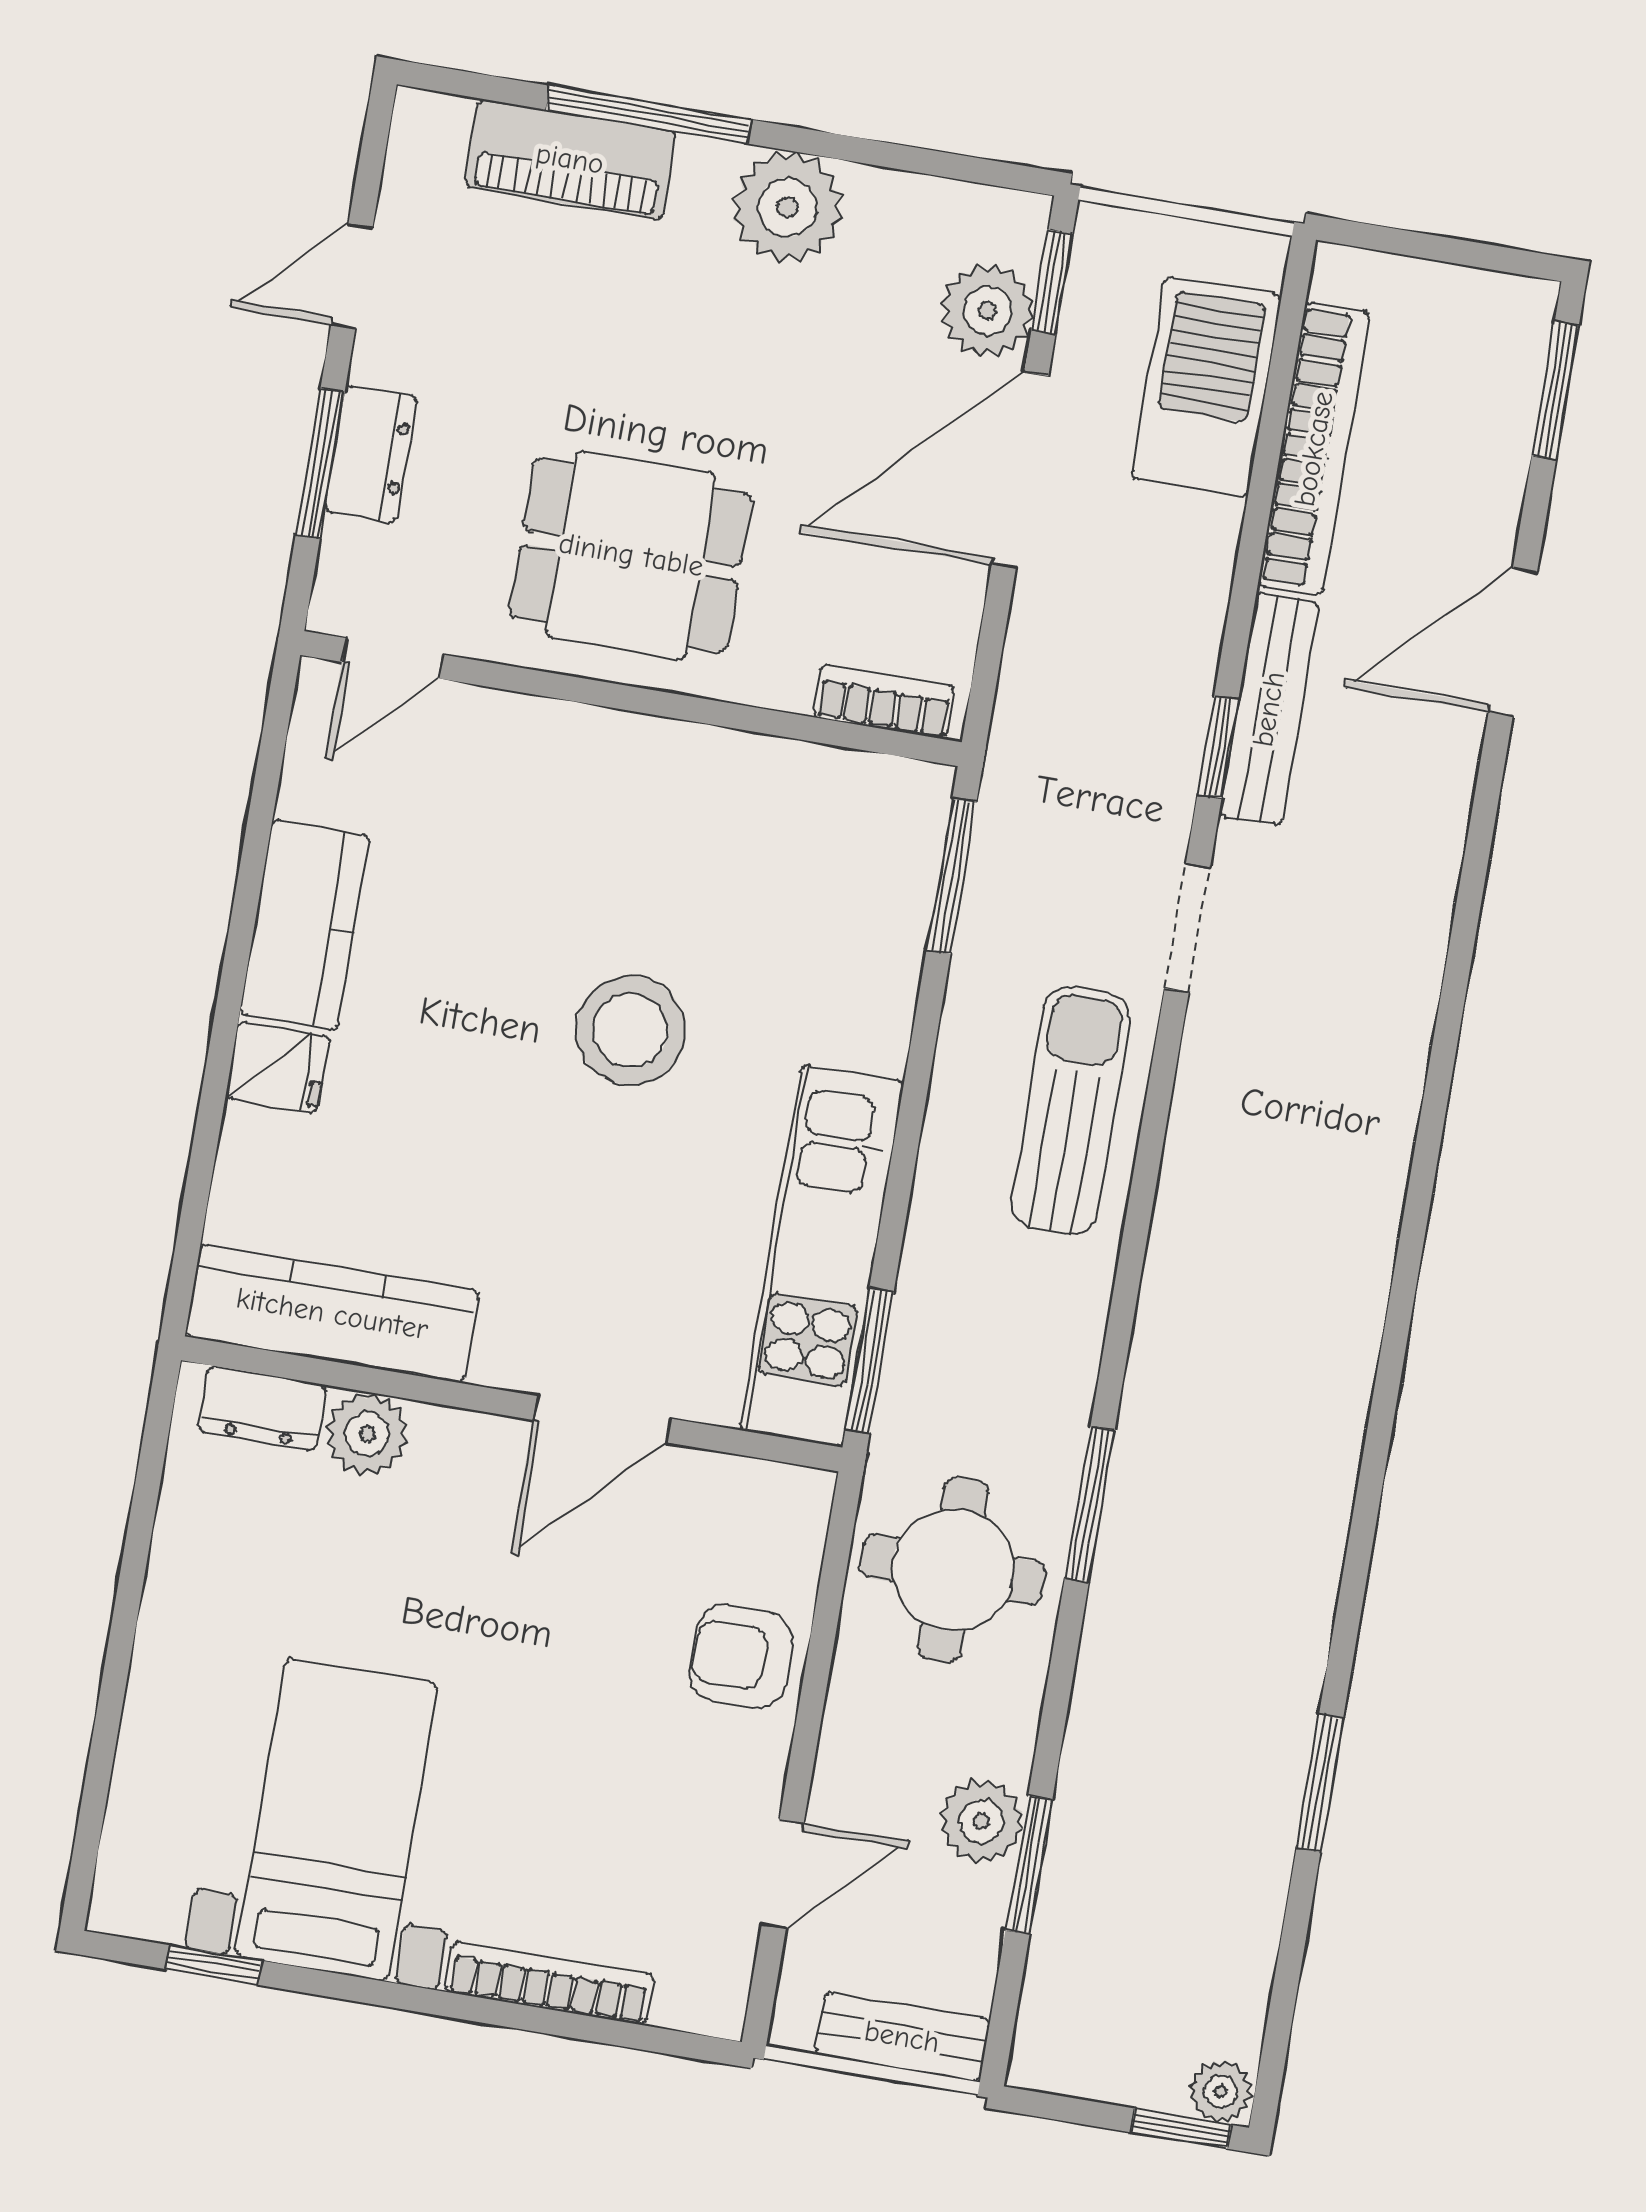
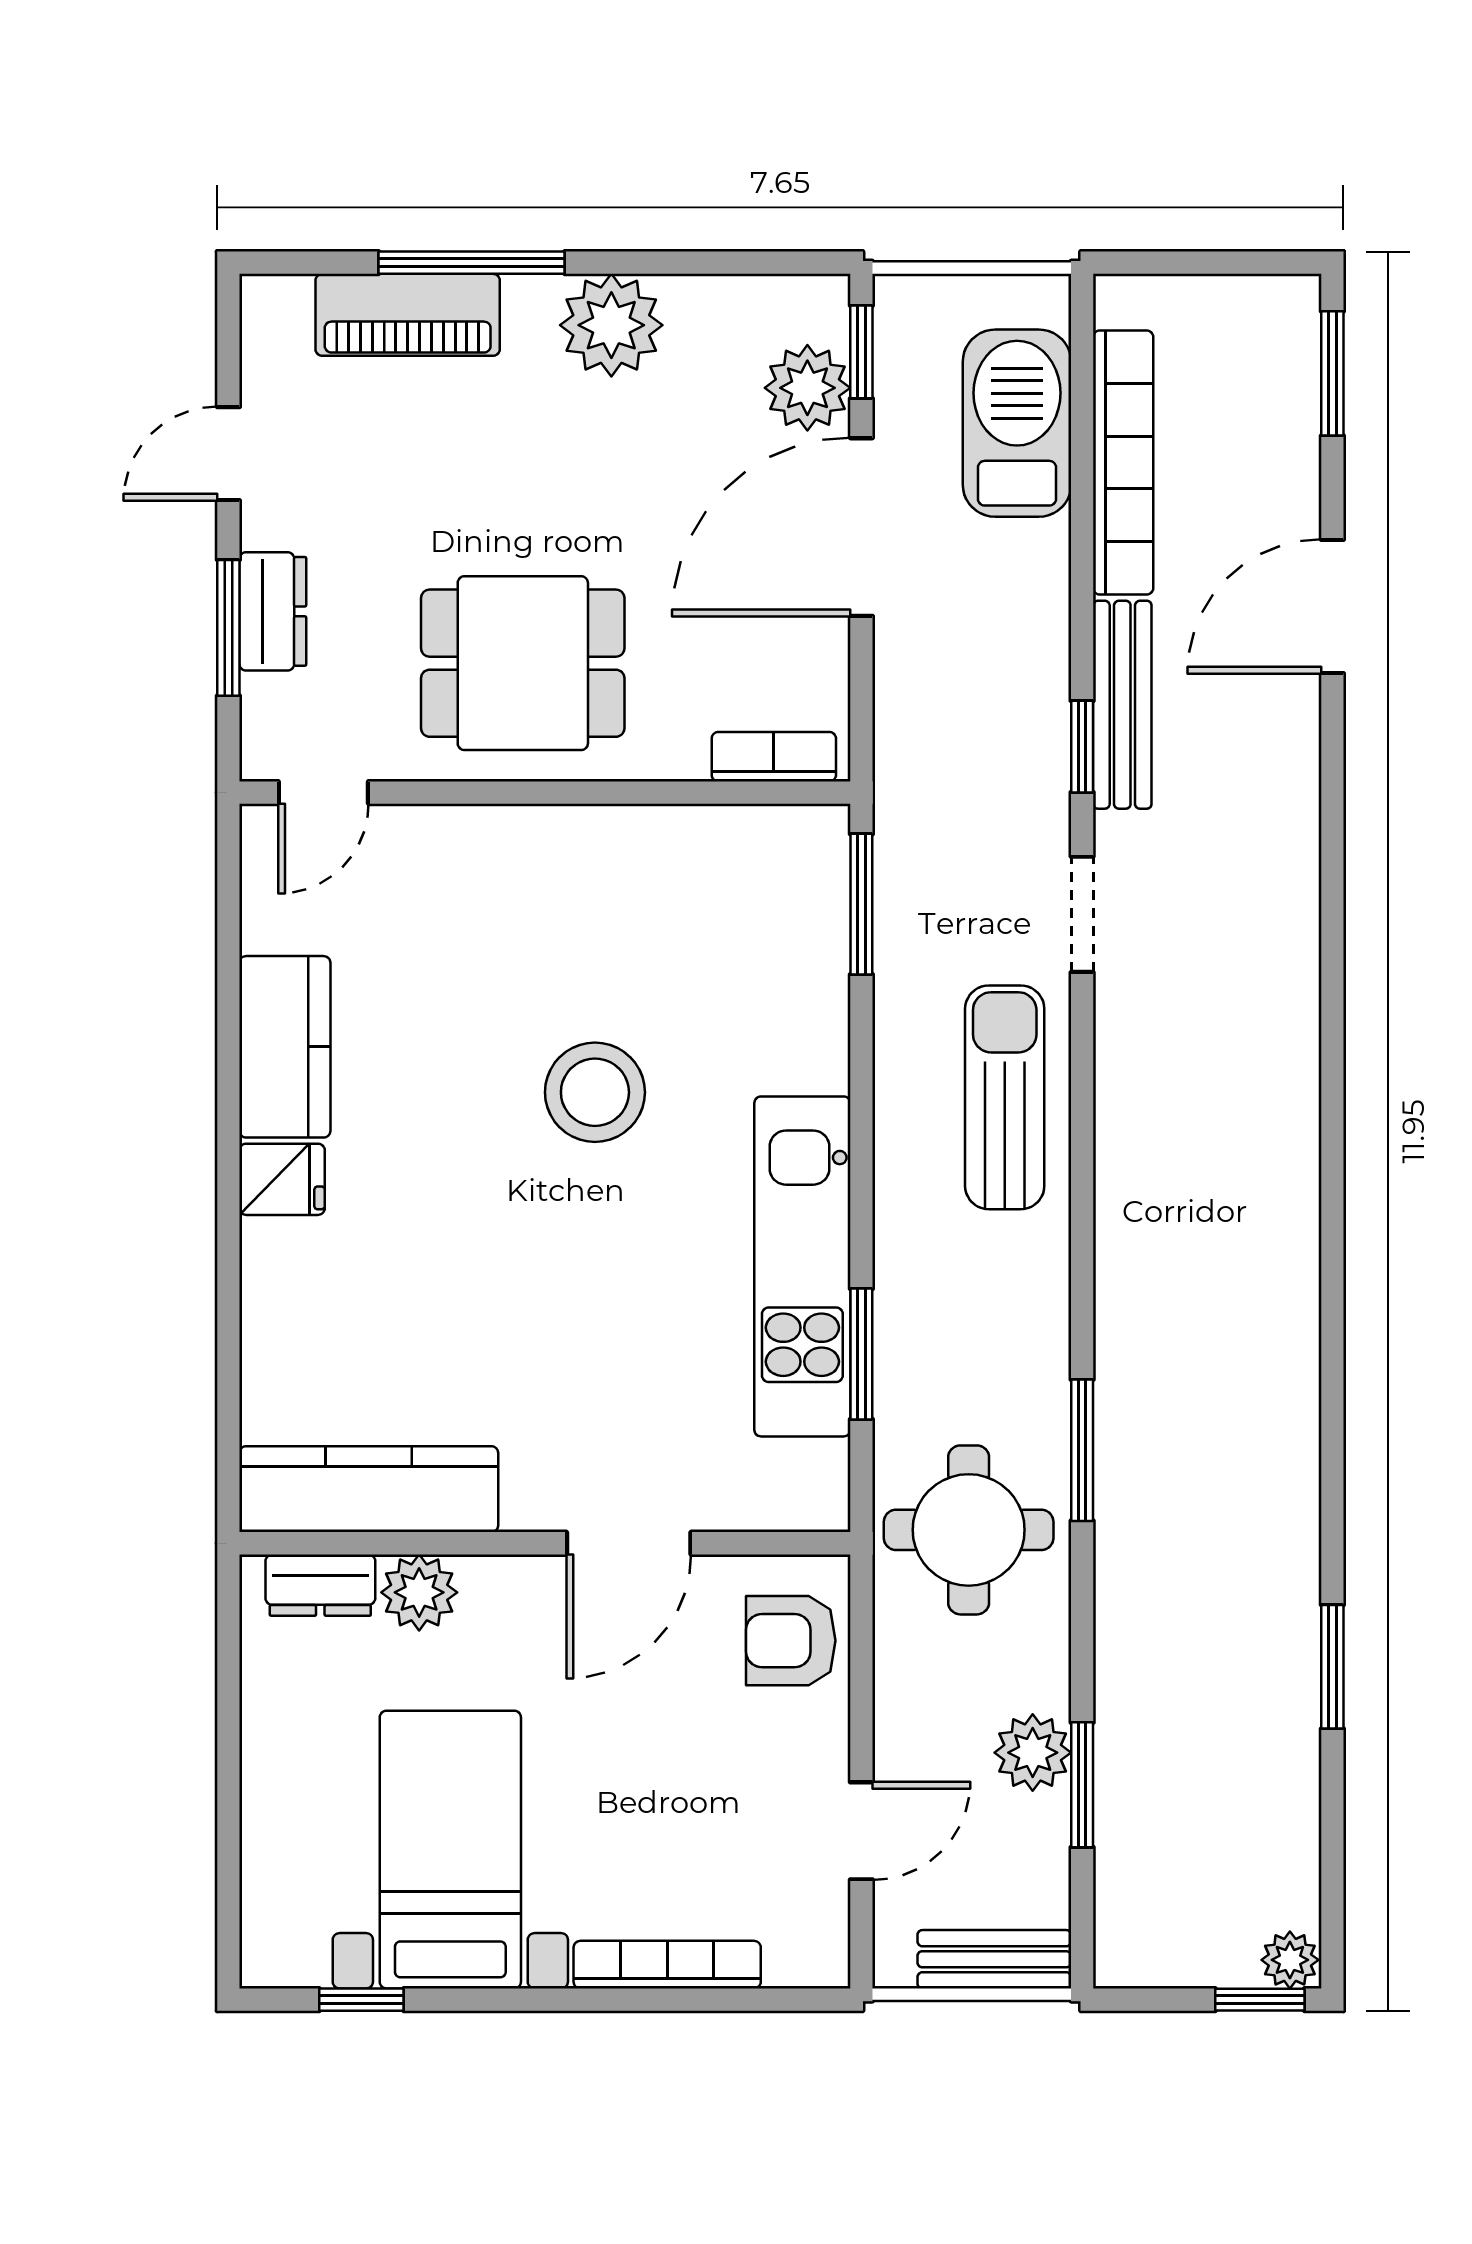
kitchen counter: (332, 1314) -> (369, 1489), moved
wall: (512, 1404) -> (545, 1543), moved
dresser: (262, 1408) -> (320, 1585), moved
door: (602, 1419) -> (629, 1543), moved
plant: (367, 1434) -> (419, 1592), moved

